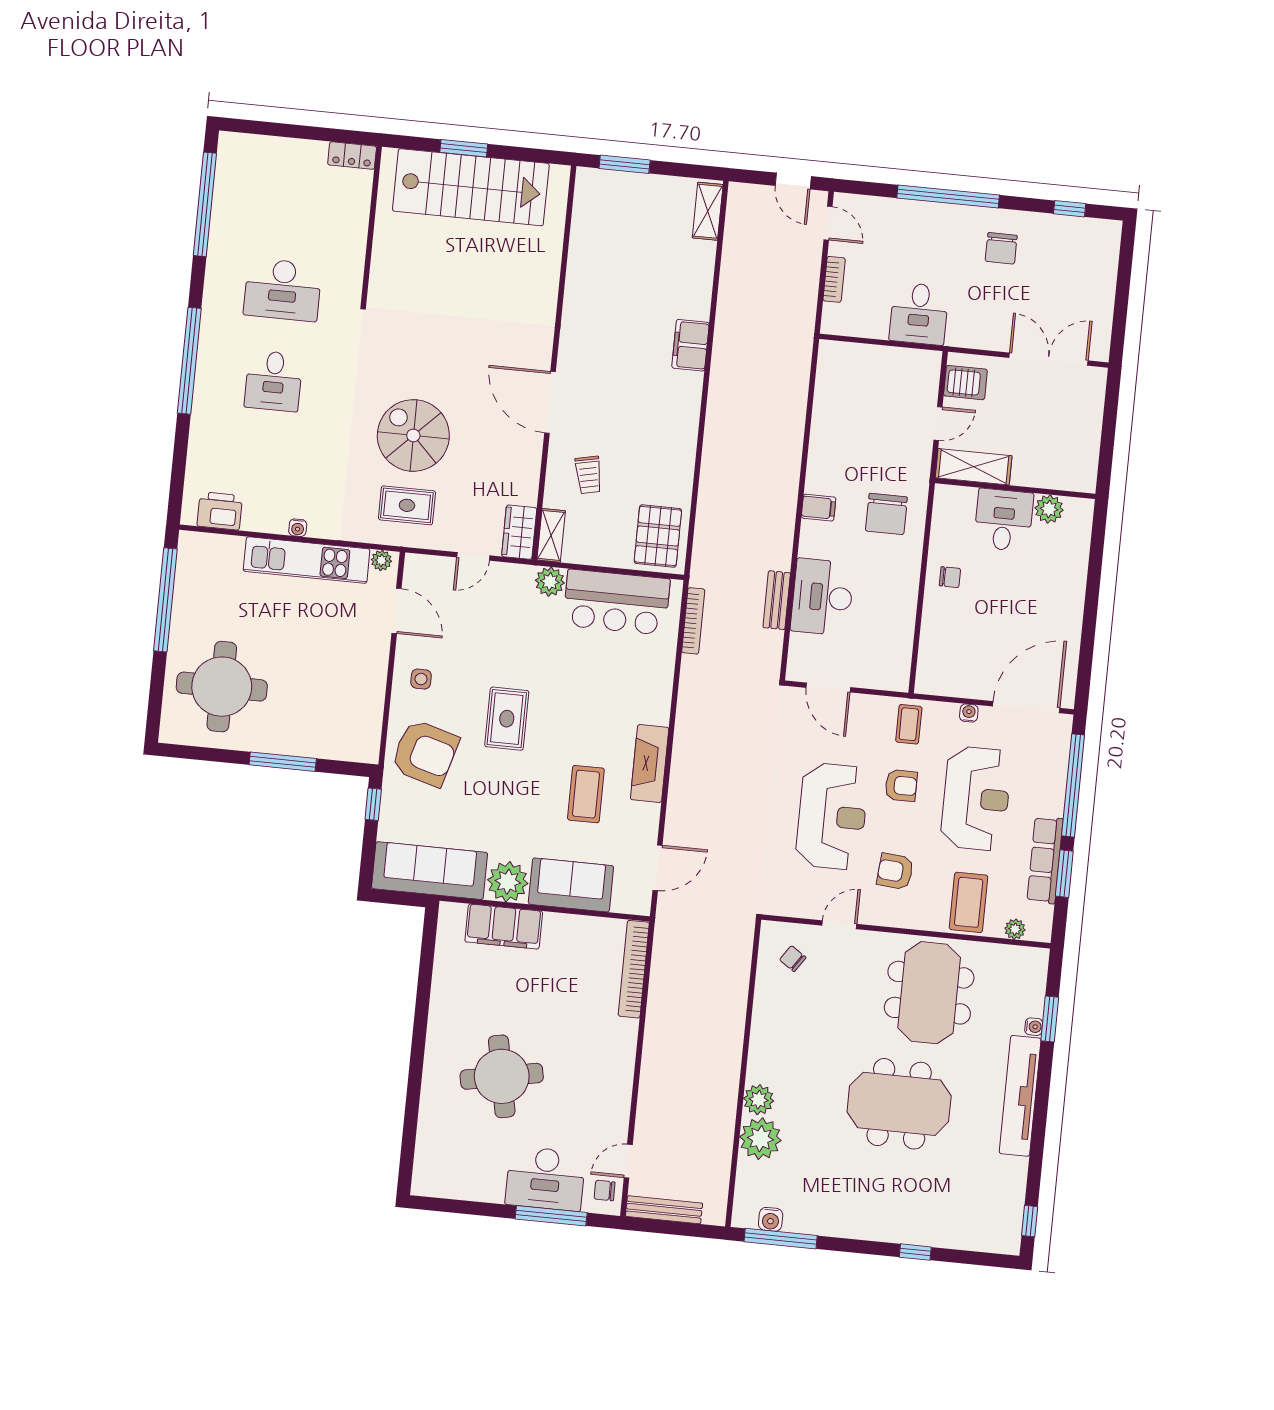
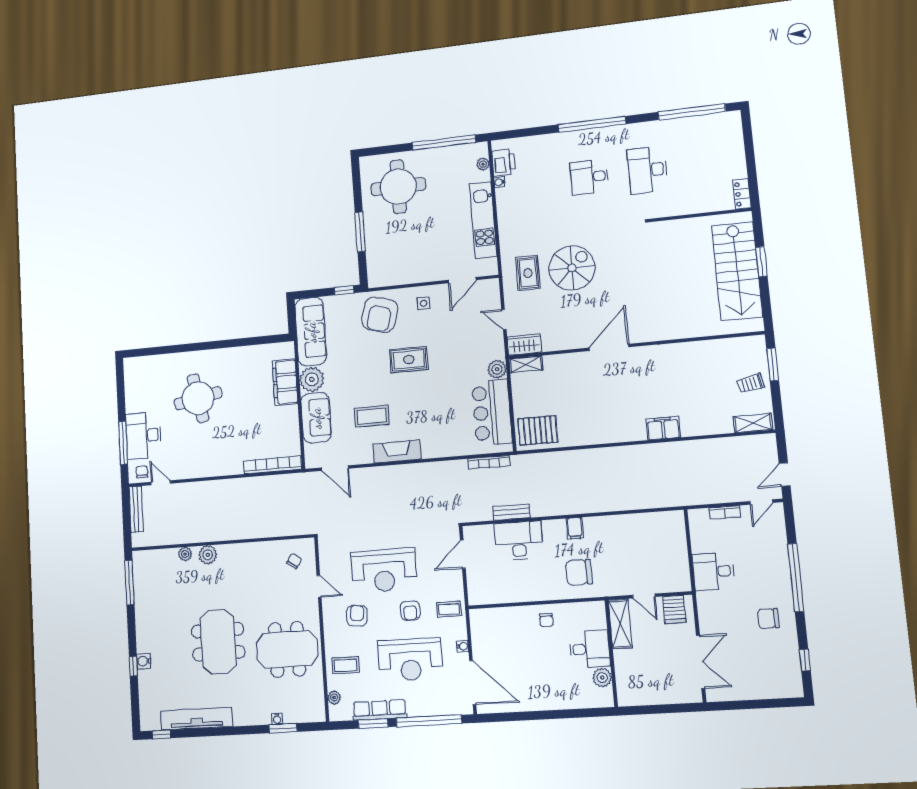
trolley: (589, 475) -> (750, 383), moved
water cooler: (298, 528) -> (499, 182), moved
plant: (381, 560) -> (483, 164), moved
coffee table: (969, 902) -> (346, 665), width x0.73, depth x0.77
tv unit: (1020, 1096) -> (197, 719), moved
plant: (760, 1139) -> (185, 554), width x0.53, depth x0.53
water cooler: (771, 1219) -> (144, 661), moved

